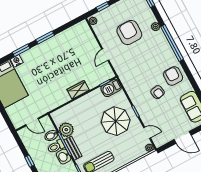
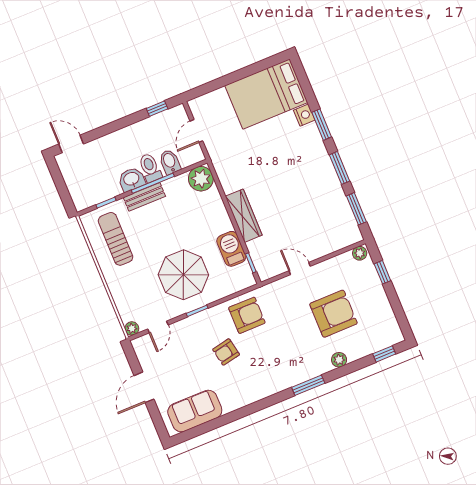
window: (68, 25) -> (356, 209), added
window: (172, 43) -> (308, 385), width x0.47
armchair: (173, 76) -> (247, 315), moved
barbecue: (111, 88) -> (231, 249), moved
wardrobe: (78, 90) -> (244, 216), width x1.50
plant: (66, 130) -> (201, 179), moved
window: (30, 161) -> (157, 109), moved

